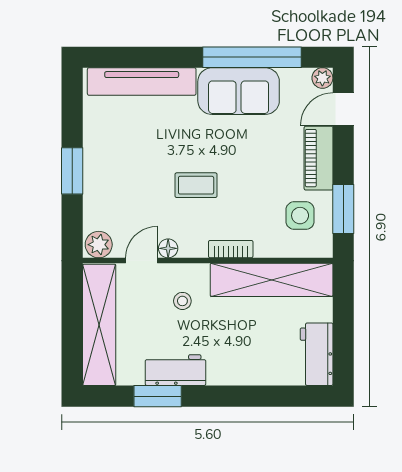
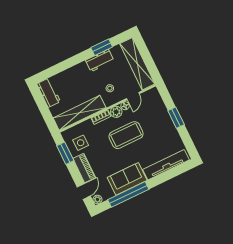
coffee table: (196, 185) -> (126, 135), width x1.86, depth x1.72
plant: (99, 245) -> (116, 112), moved

